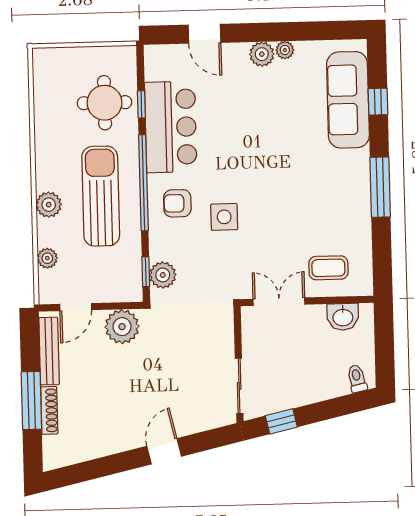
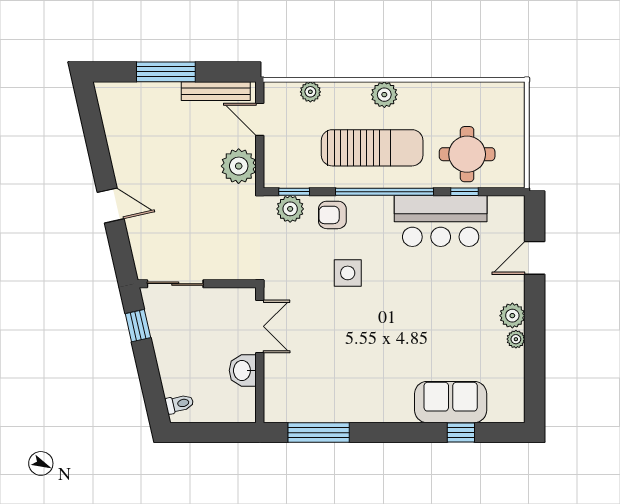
sofa: (348, 100) -> (451, 402), width x0.73
window: (380, 187) -> (319, 433), moved
armchair: (177, 203) -> (332, 215), moved, turned -90
plant: (49, 205) -> (384, 95), moved
coffee table: (328, 268) -> (293, 378), removed
washbasin: (343, 317) -> (243, 370), moved
shoe rack: (49, 410) -> (155, 90), removed

